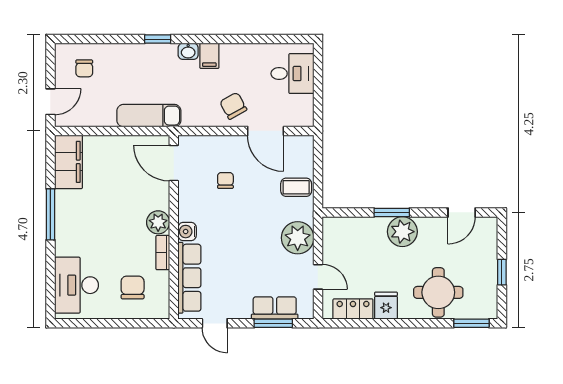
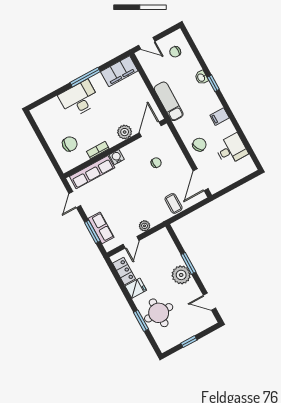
washbasin: (188, 51) -> (201, 77), moved
desk: (292, 74) -> (231, 149), moved, turned -90
door: (266, 131) -> (201, 180), moved
plant: (158, 222) -> (125, 132), moved
plant: (298, 238) -> (145, 226), width x0.53, depth x0.53
desk: (77, 285) -> (79, 99), moved
window: (471, 323) -> (141, 321), moved

